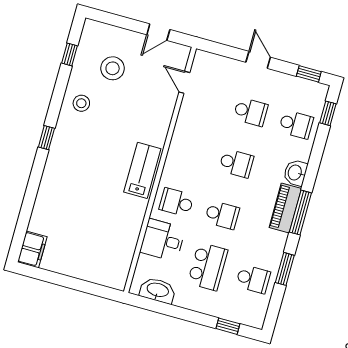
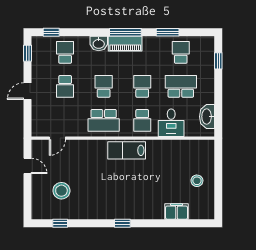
stool: (81, 103) -> (197, 181), moved
school desk: (251, 112) -> (65, 86), turned 180
school desk: (191, 151) -> (104, 120), added
filing cabinet: (32, 249) -> (177, 212), moved

